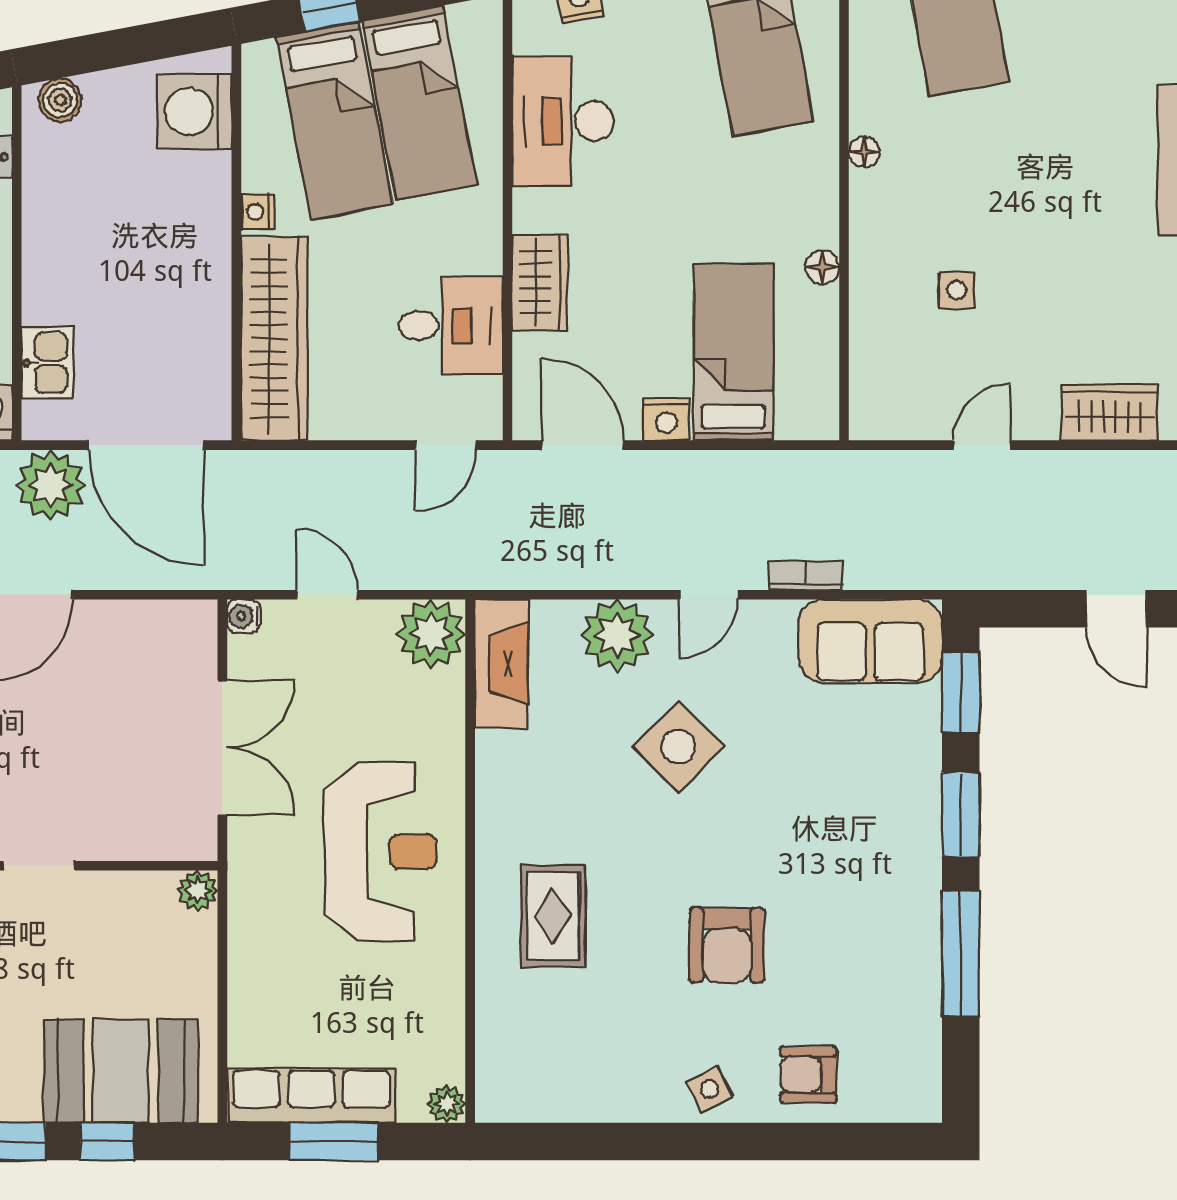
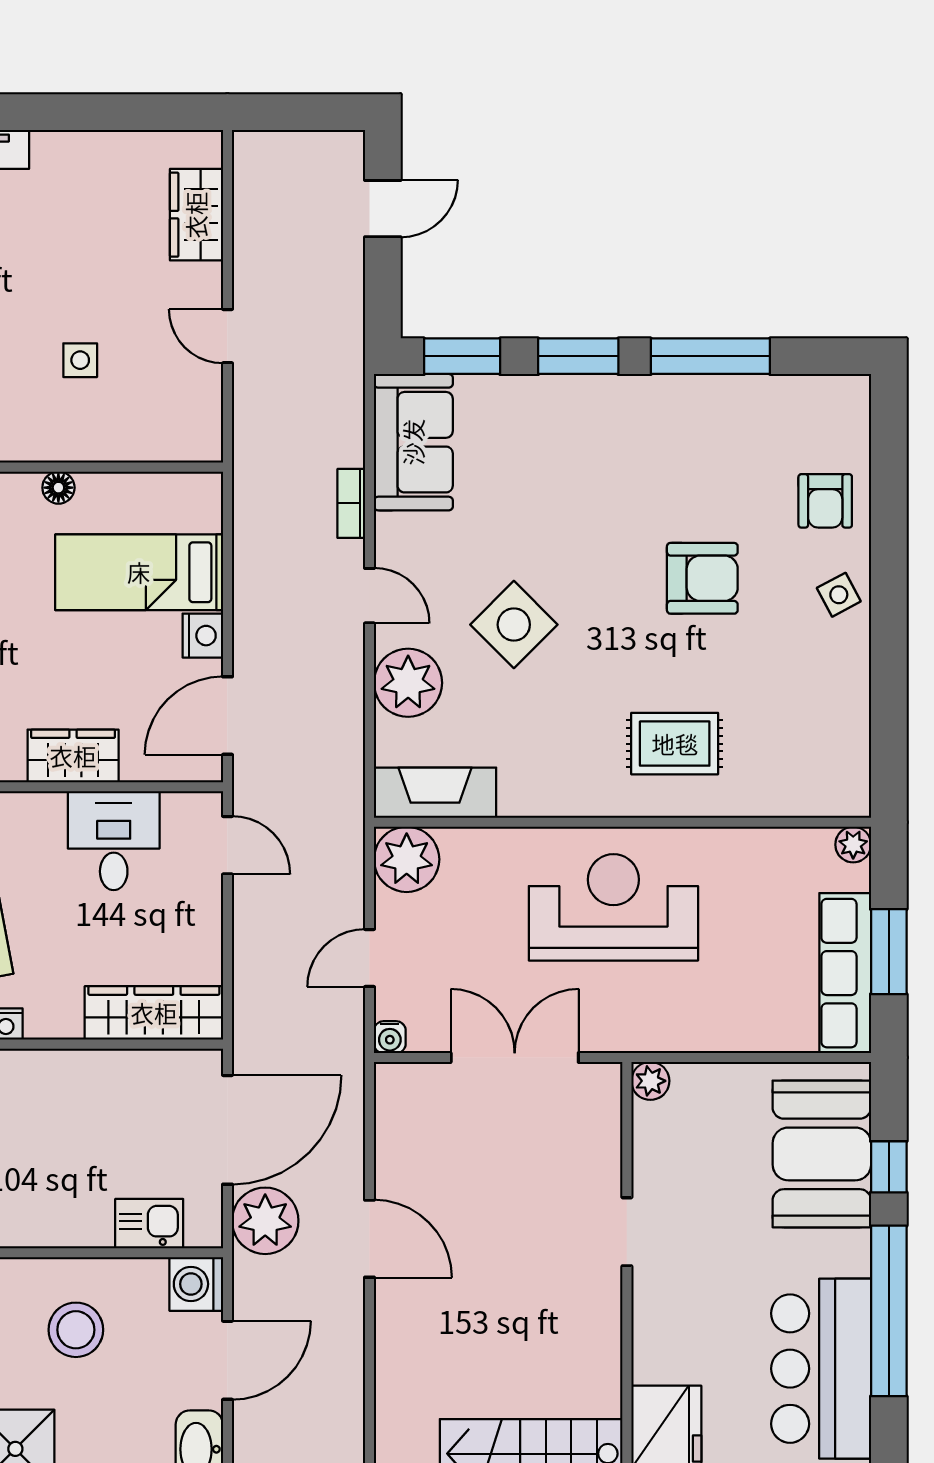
wardrobe: (274, 339) -> (154, 1013), width x0.71, depth x0.85

